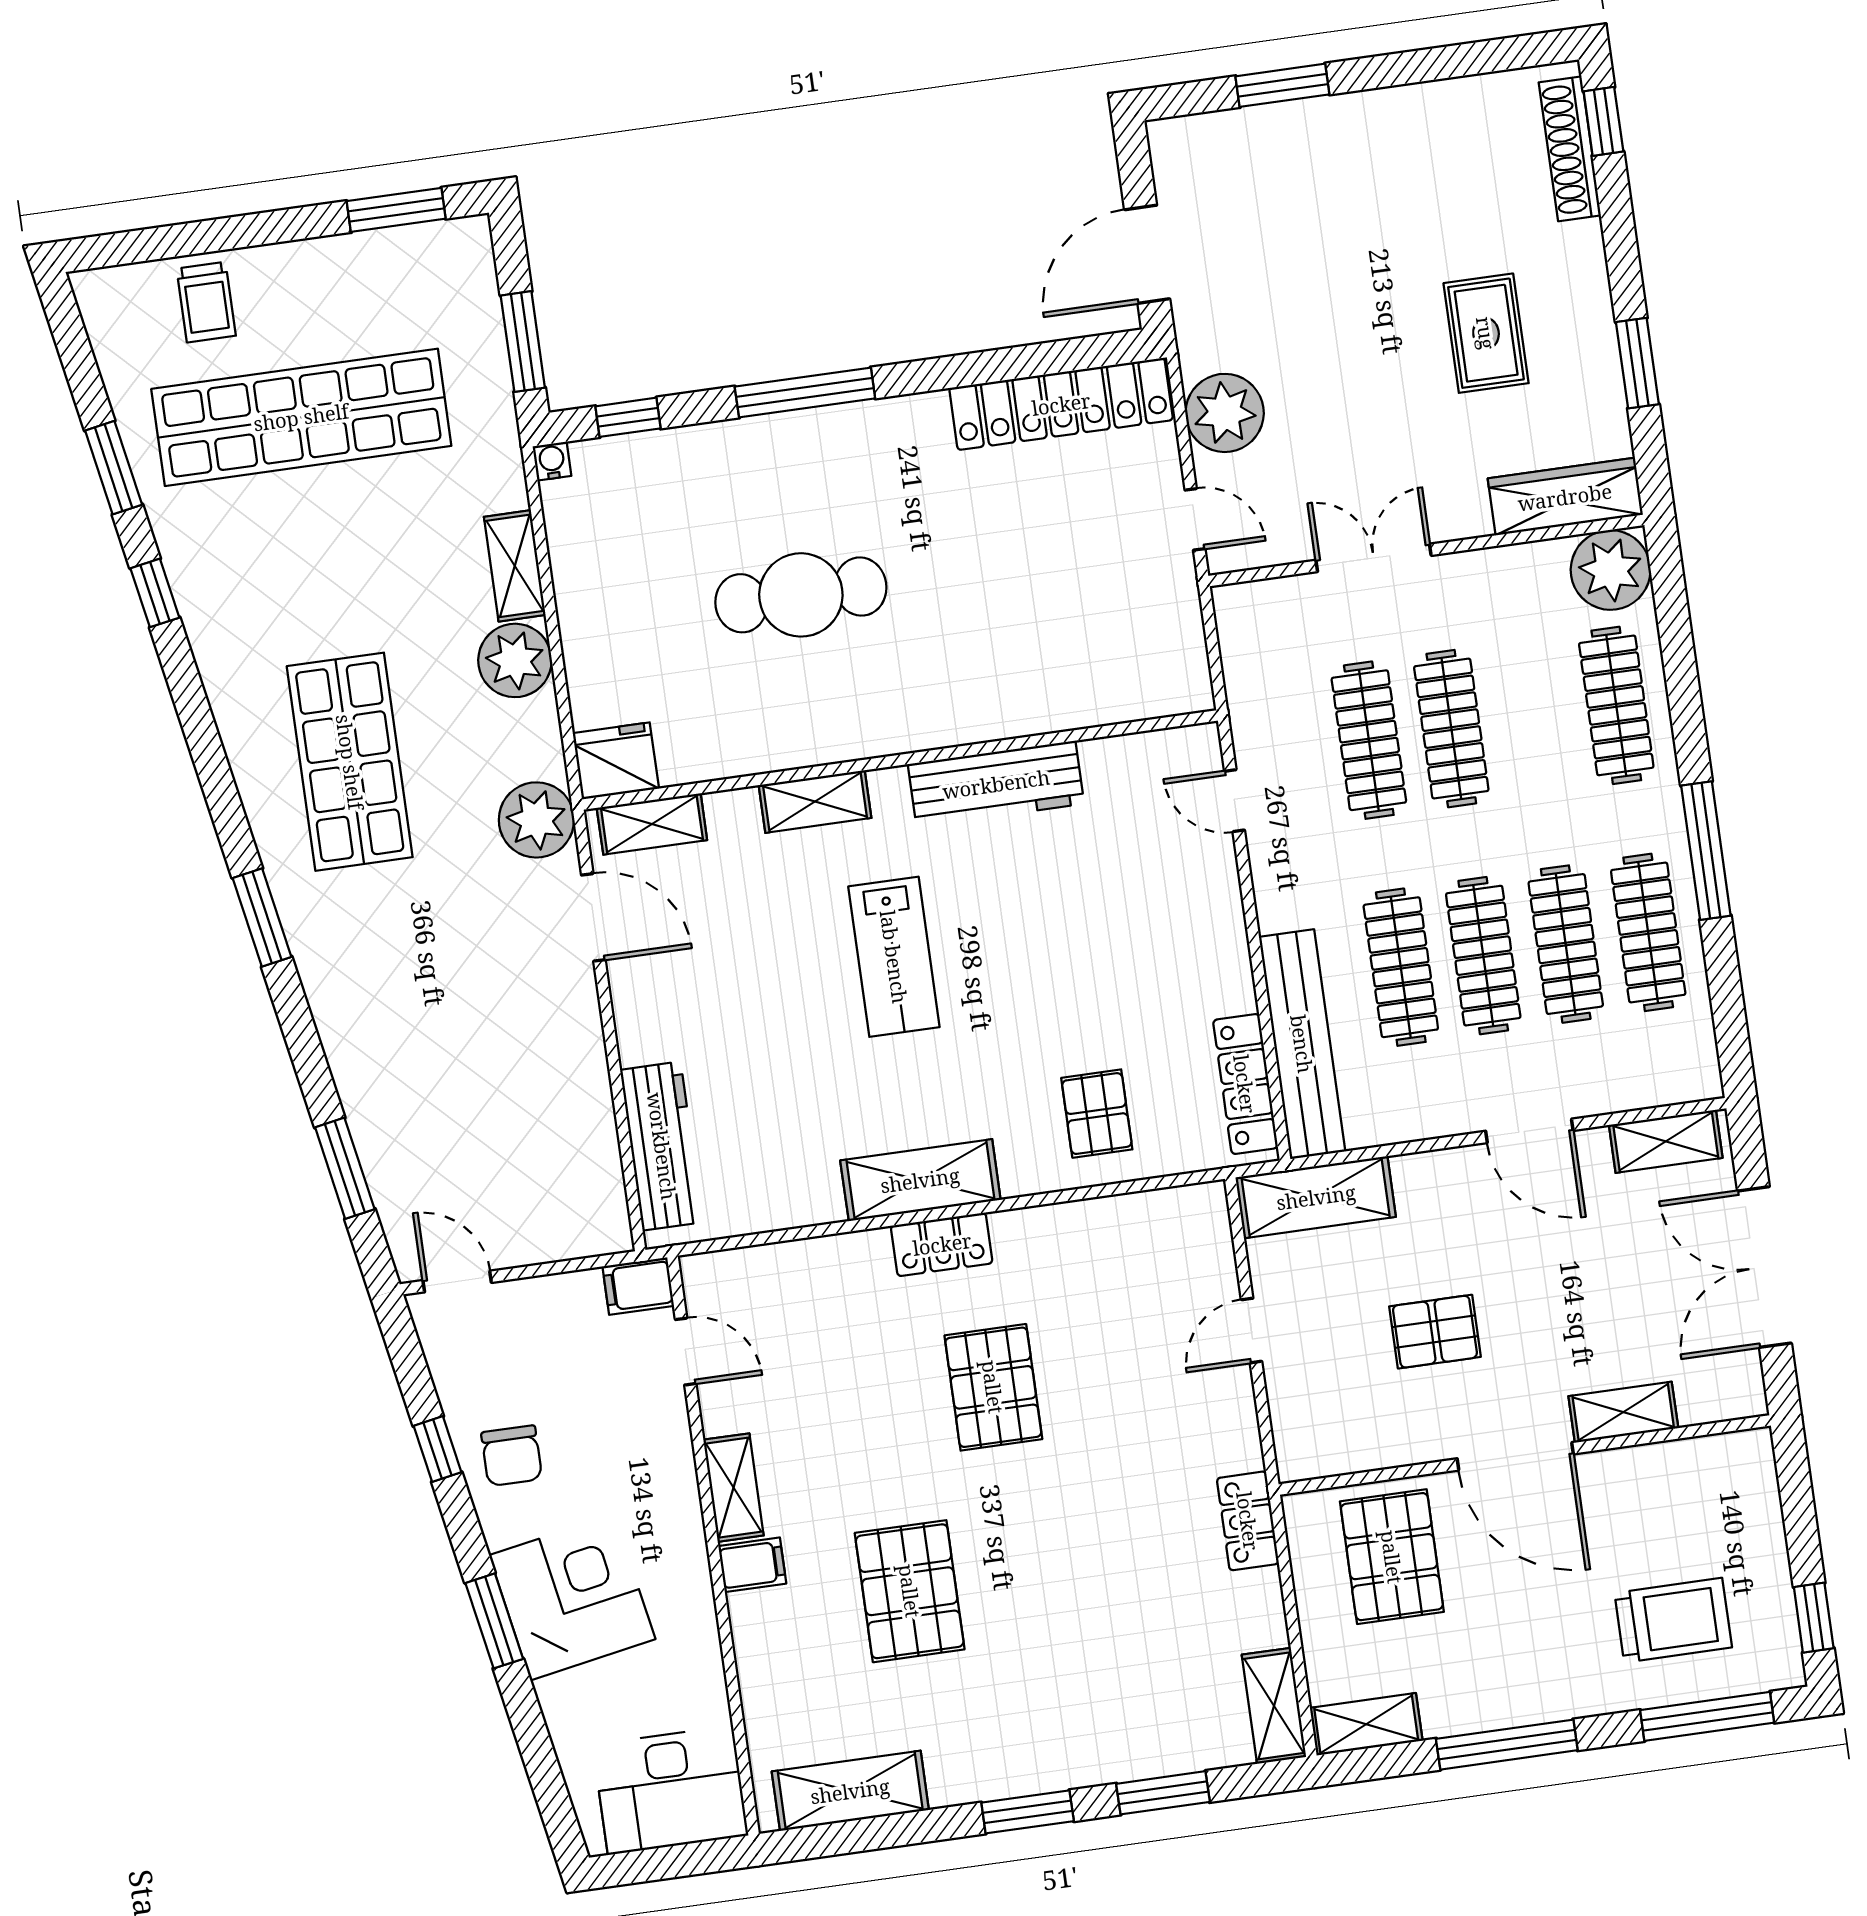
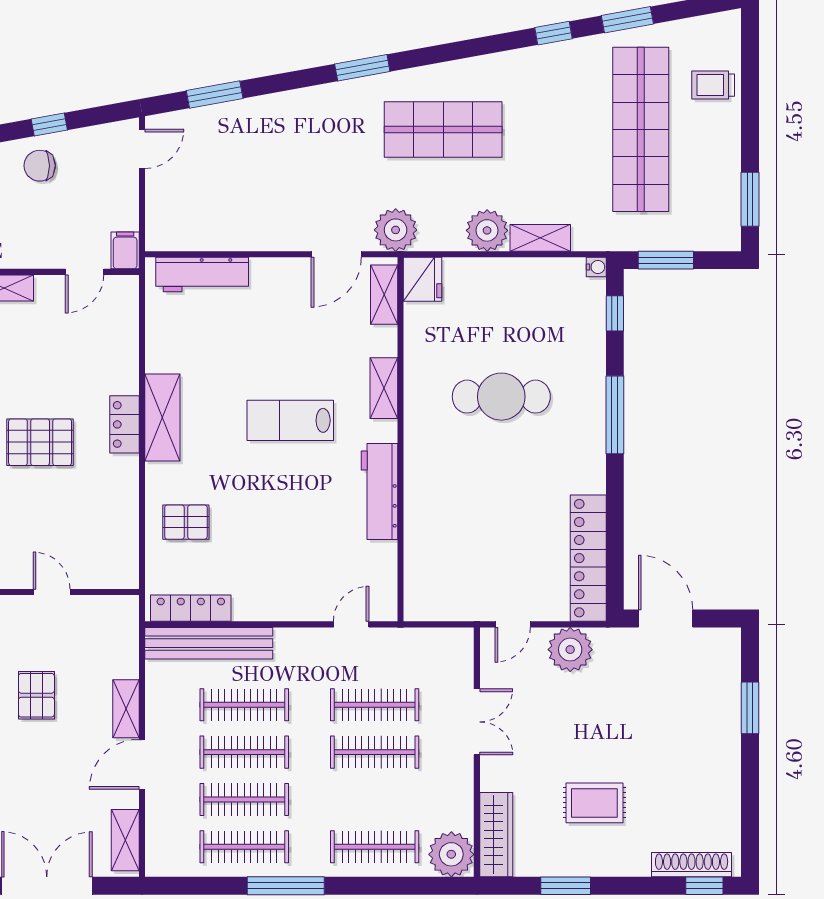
cafe table: (801, 595) -> (501, 397), turned 90
shelving: (1316, 1197) -> (126, 709), moved, width x0.67, depth x0.75

